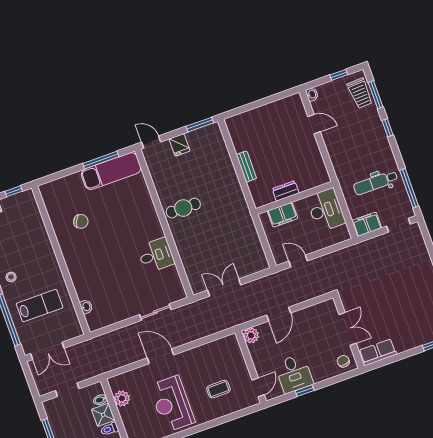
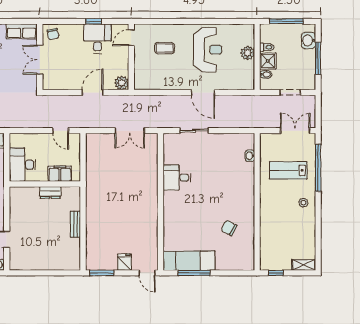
cafe table: (183, 208) -> (140, 209), removed
plant: (122, 398) -> (248, 53), moved

